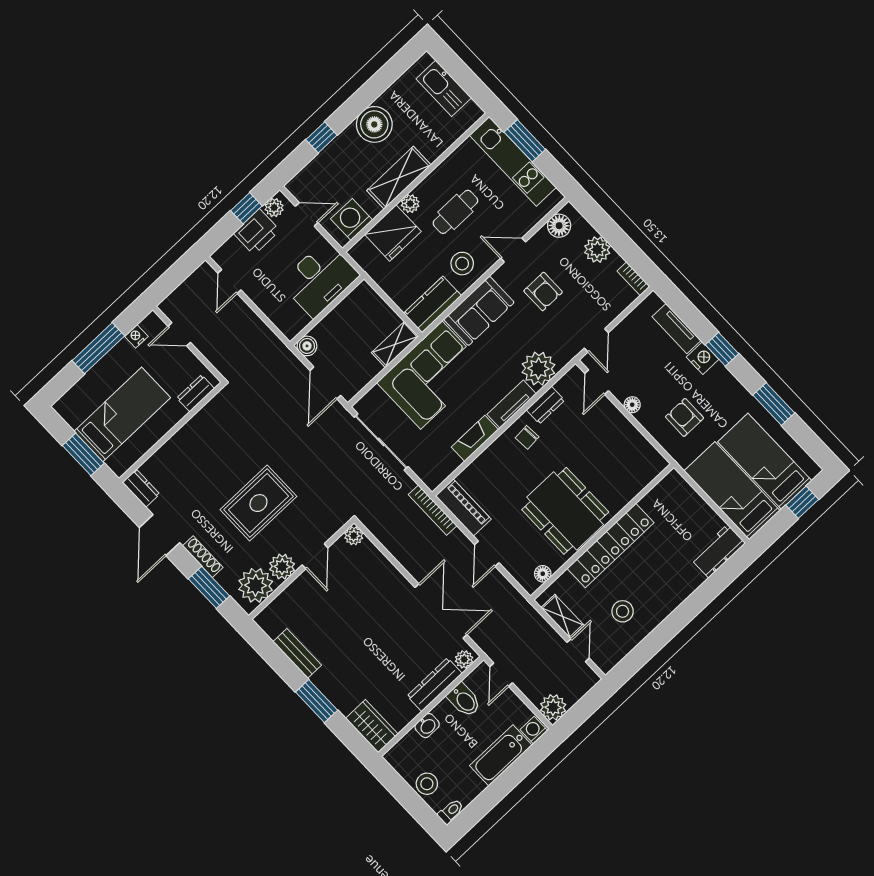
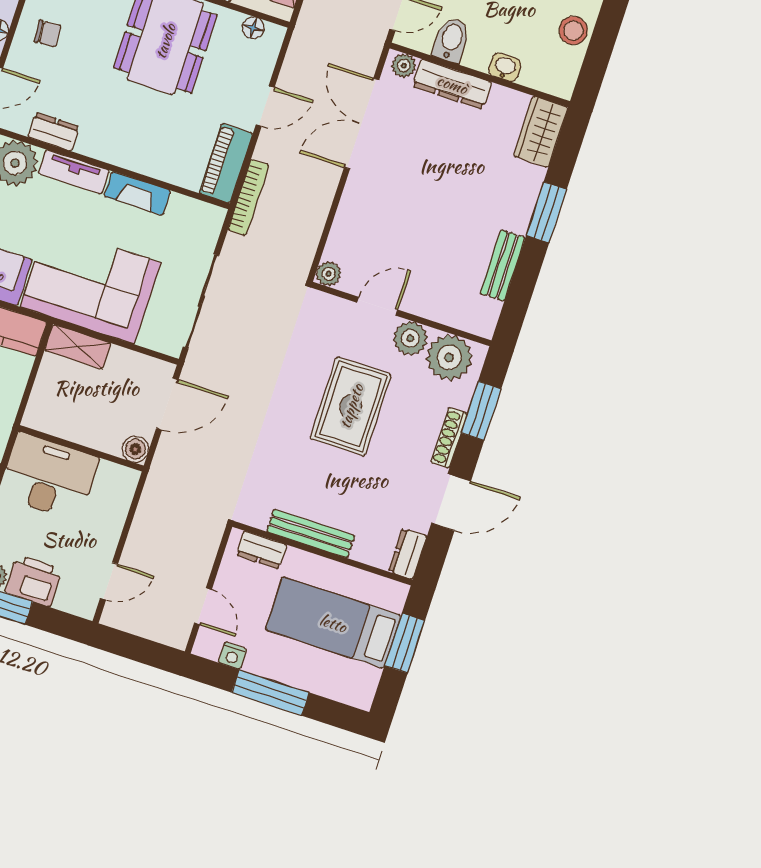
bench: (189, 431) -> (311, 534), added
chair: (527, 437) -> (48, 34), moved
rug: (258, 503) -> (351, 406), turned 90

